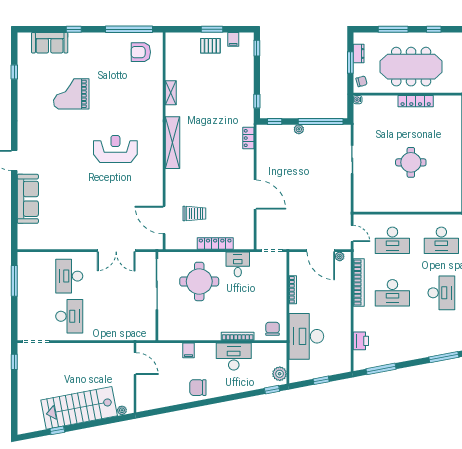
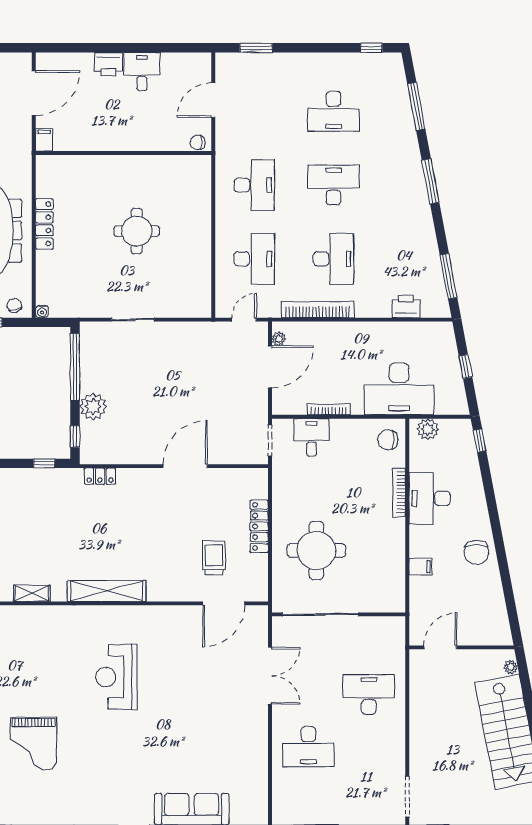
plant: (299, 129) -> (93, 407), width x1.87, depth x1.87
desk: (238, 264) -> (311, 437), moved, turned 90
desk: (69, 316) -> (369, 695), moved
plant: (280, 374) -> (428, 429), moved

